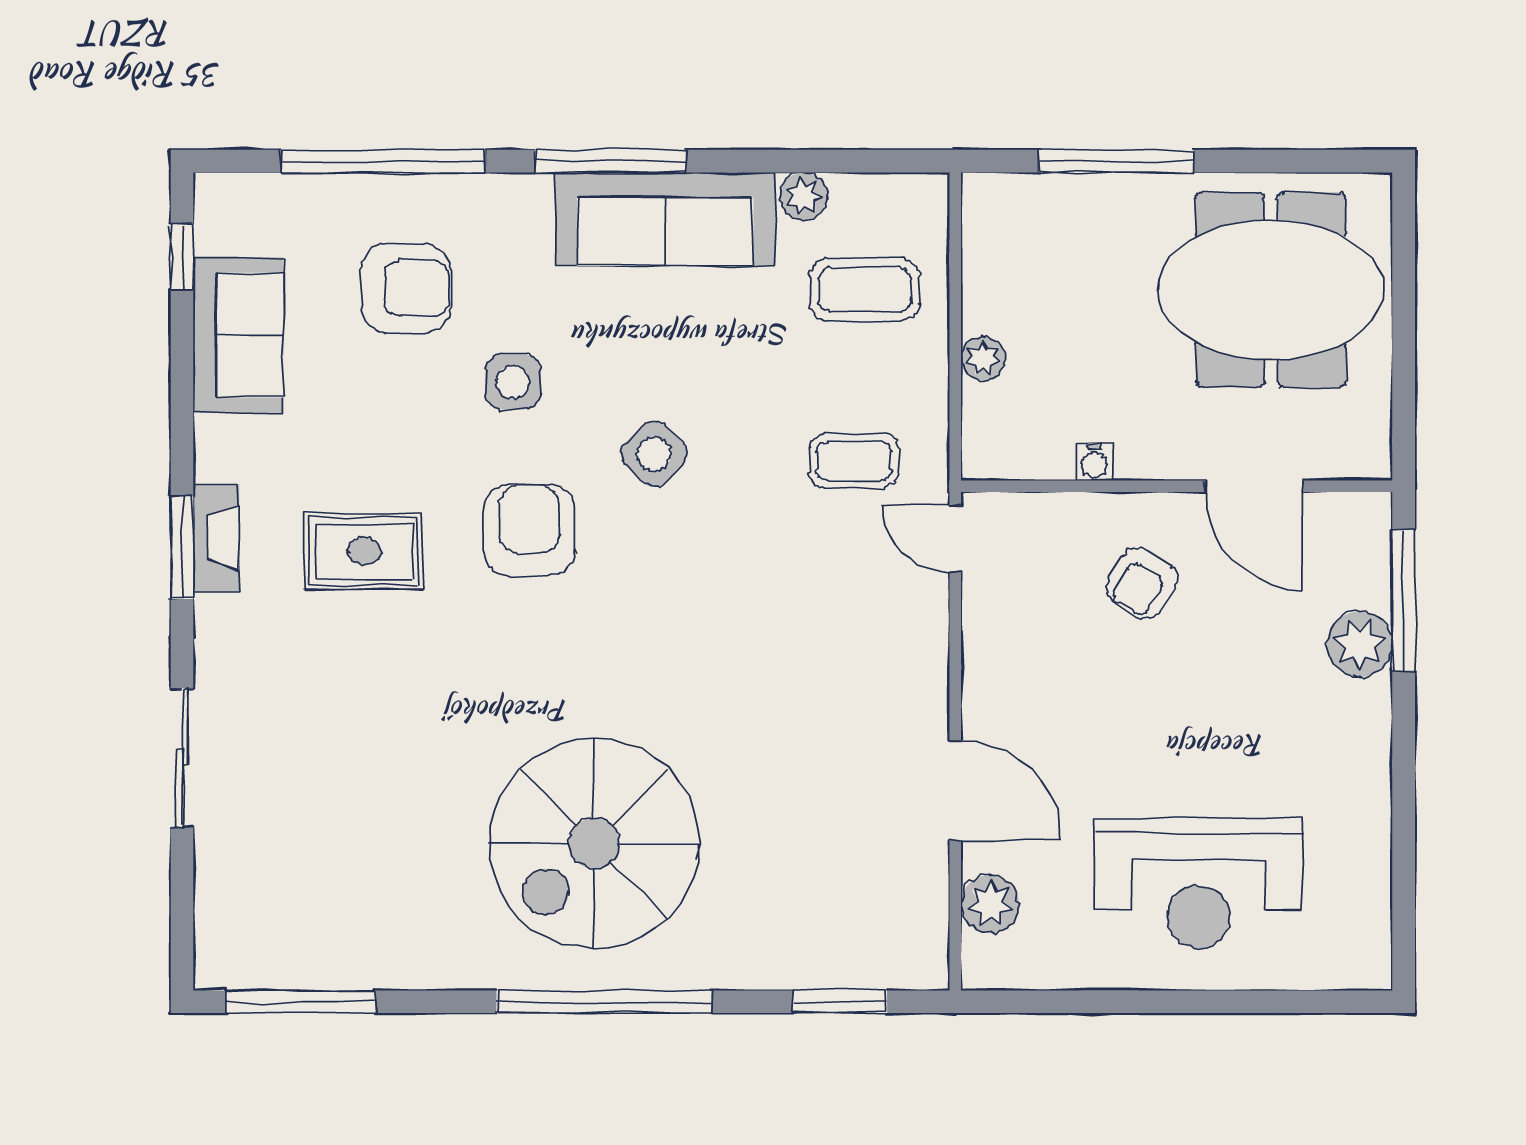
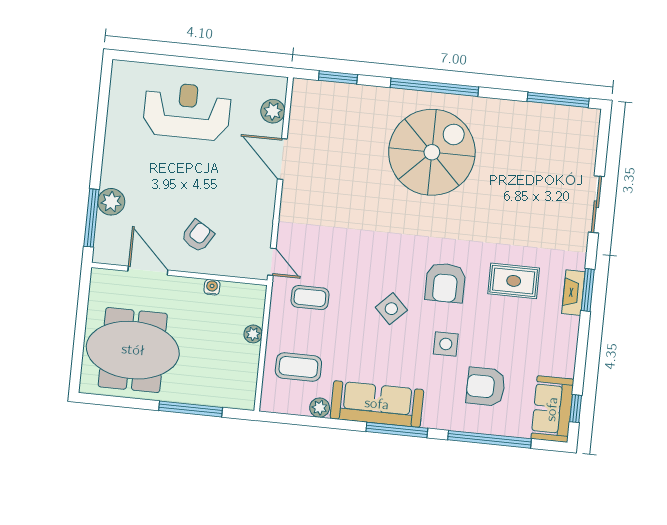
sofa: (238, 335) -> (552, 409), moved

